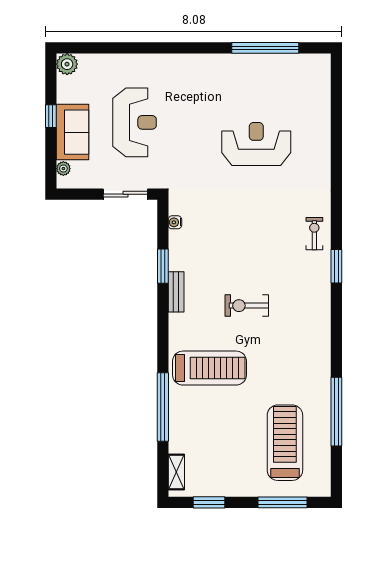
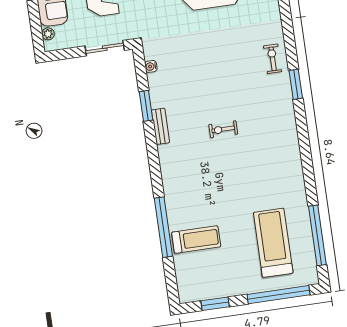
exercise bike: (247, 306) -> (223, 129), width x0.73, depth x0.72
treadmill: (209, 368) -> (196, 240), moved, width x0.73, depth x0.73
window: (336, 412) -> (317, 235), moved
shelving: (176, 472) -> (183, 282), removed
window: (282, 502) -> (278, 295), width x1.46

